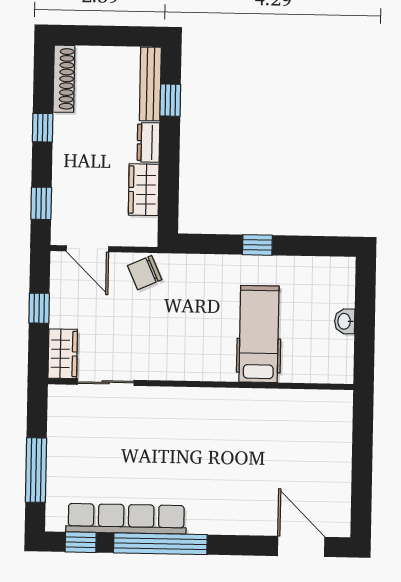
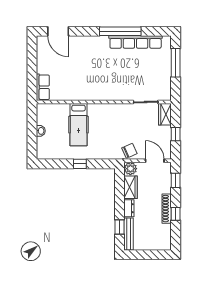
shoe rack: (64, 79) -> (167, 209), moved
plant: (143, 232) -> (130, 169), added
row of seats: (338, 420) -> (43, 87), added
window: (81, 542) -> (155, 31), removed

